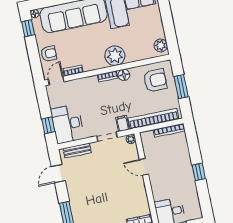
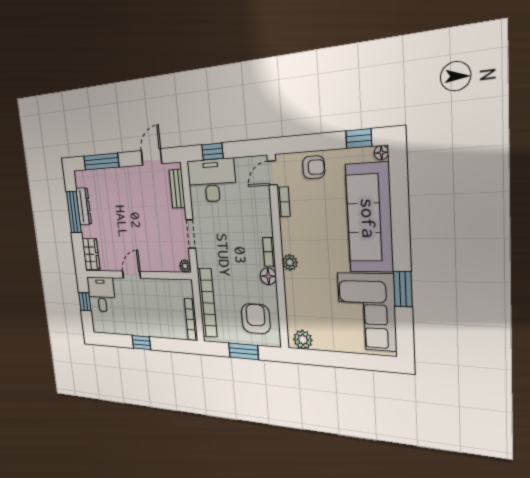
armchair: (49, 54) -> (314, 167), turned -90
plant: (115, 56) -> (290, 262), width x0.53, depth x0.53
armchair: (155, 80) -> (256, 319), turned 180
door: (56, 81) -> (272, 173), swing flipped
filing cabinet: (122, 123) -> (205, 259), removed
door: (144, 167) -> (132, 275), moved
door: (58, 174) -> (151, 157), hinge flipped

